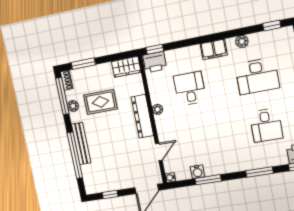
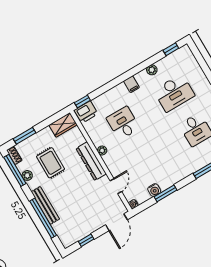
filing cabinet: (214, 49) -> (131, 84), width x0.50
rug: (100, 102) -> (51, 163), turned 90

